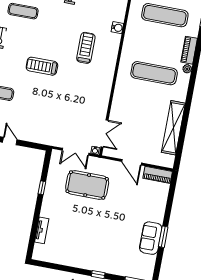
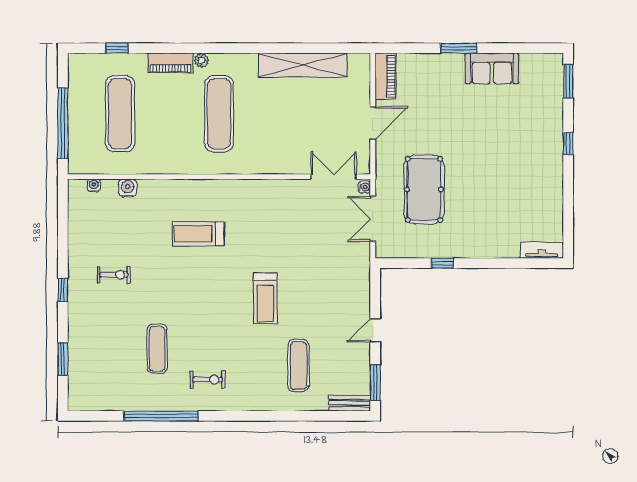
water cooler: (117, 28) -> (128, 188), moved
treadmill: (42, 66) -> (265, 298), moved
double door: (76, 152) -> (373, 219), swing flipped
tv unit: (42, 230) -> (542, 250), moved
window: (163, 237) -> (459, 48), moved

